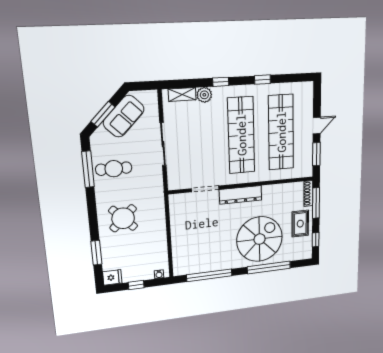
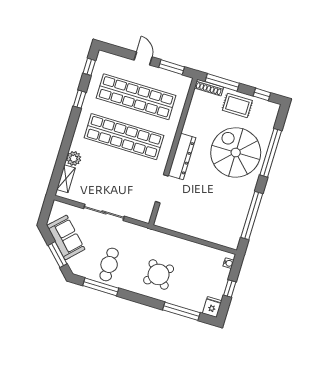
window: (221, 82) -> (89, 67), moved
window: (96, 253) -> (181, 311), width x1.44

